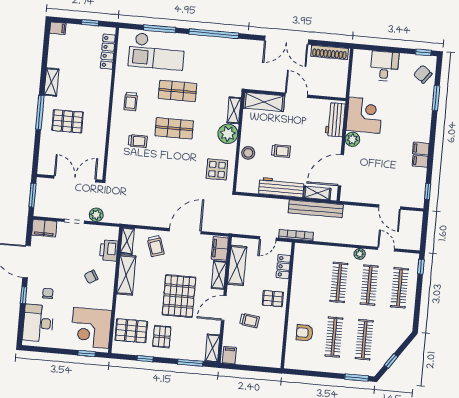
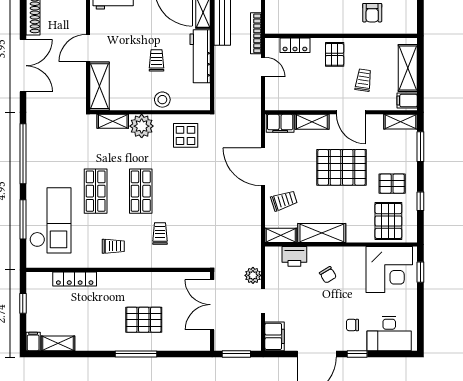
locker: (108, 52) -> (75, 279), moved
shelving: (51, 82) -> (58, 343), moved
pallet: (68, 121) -> (144, 320), turned 90
shelving: (237, 265) -> (408, 68), moved, turned 90

